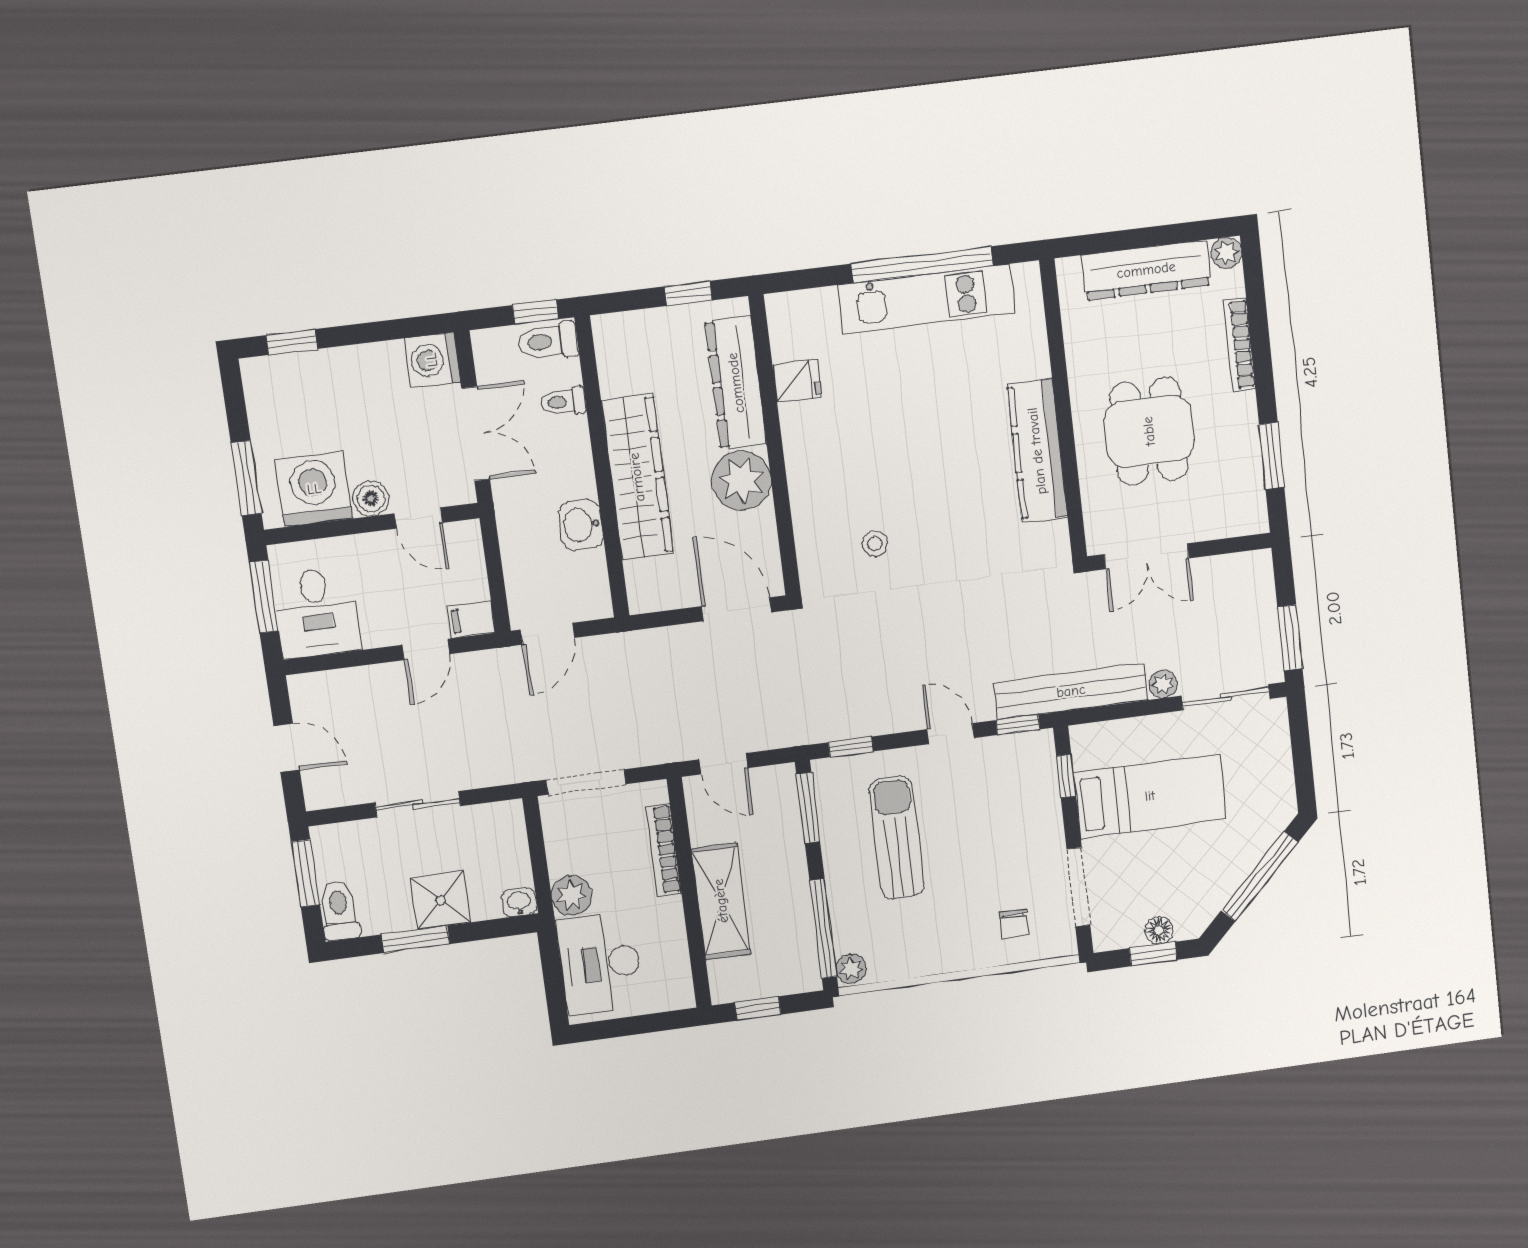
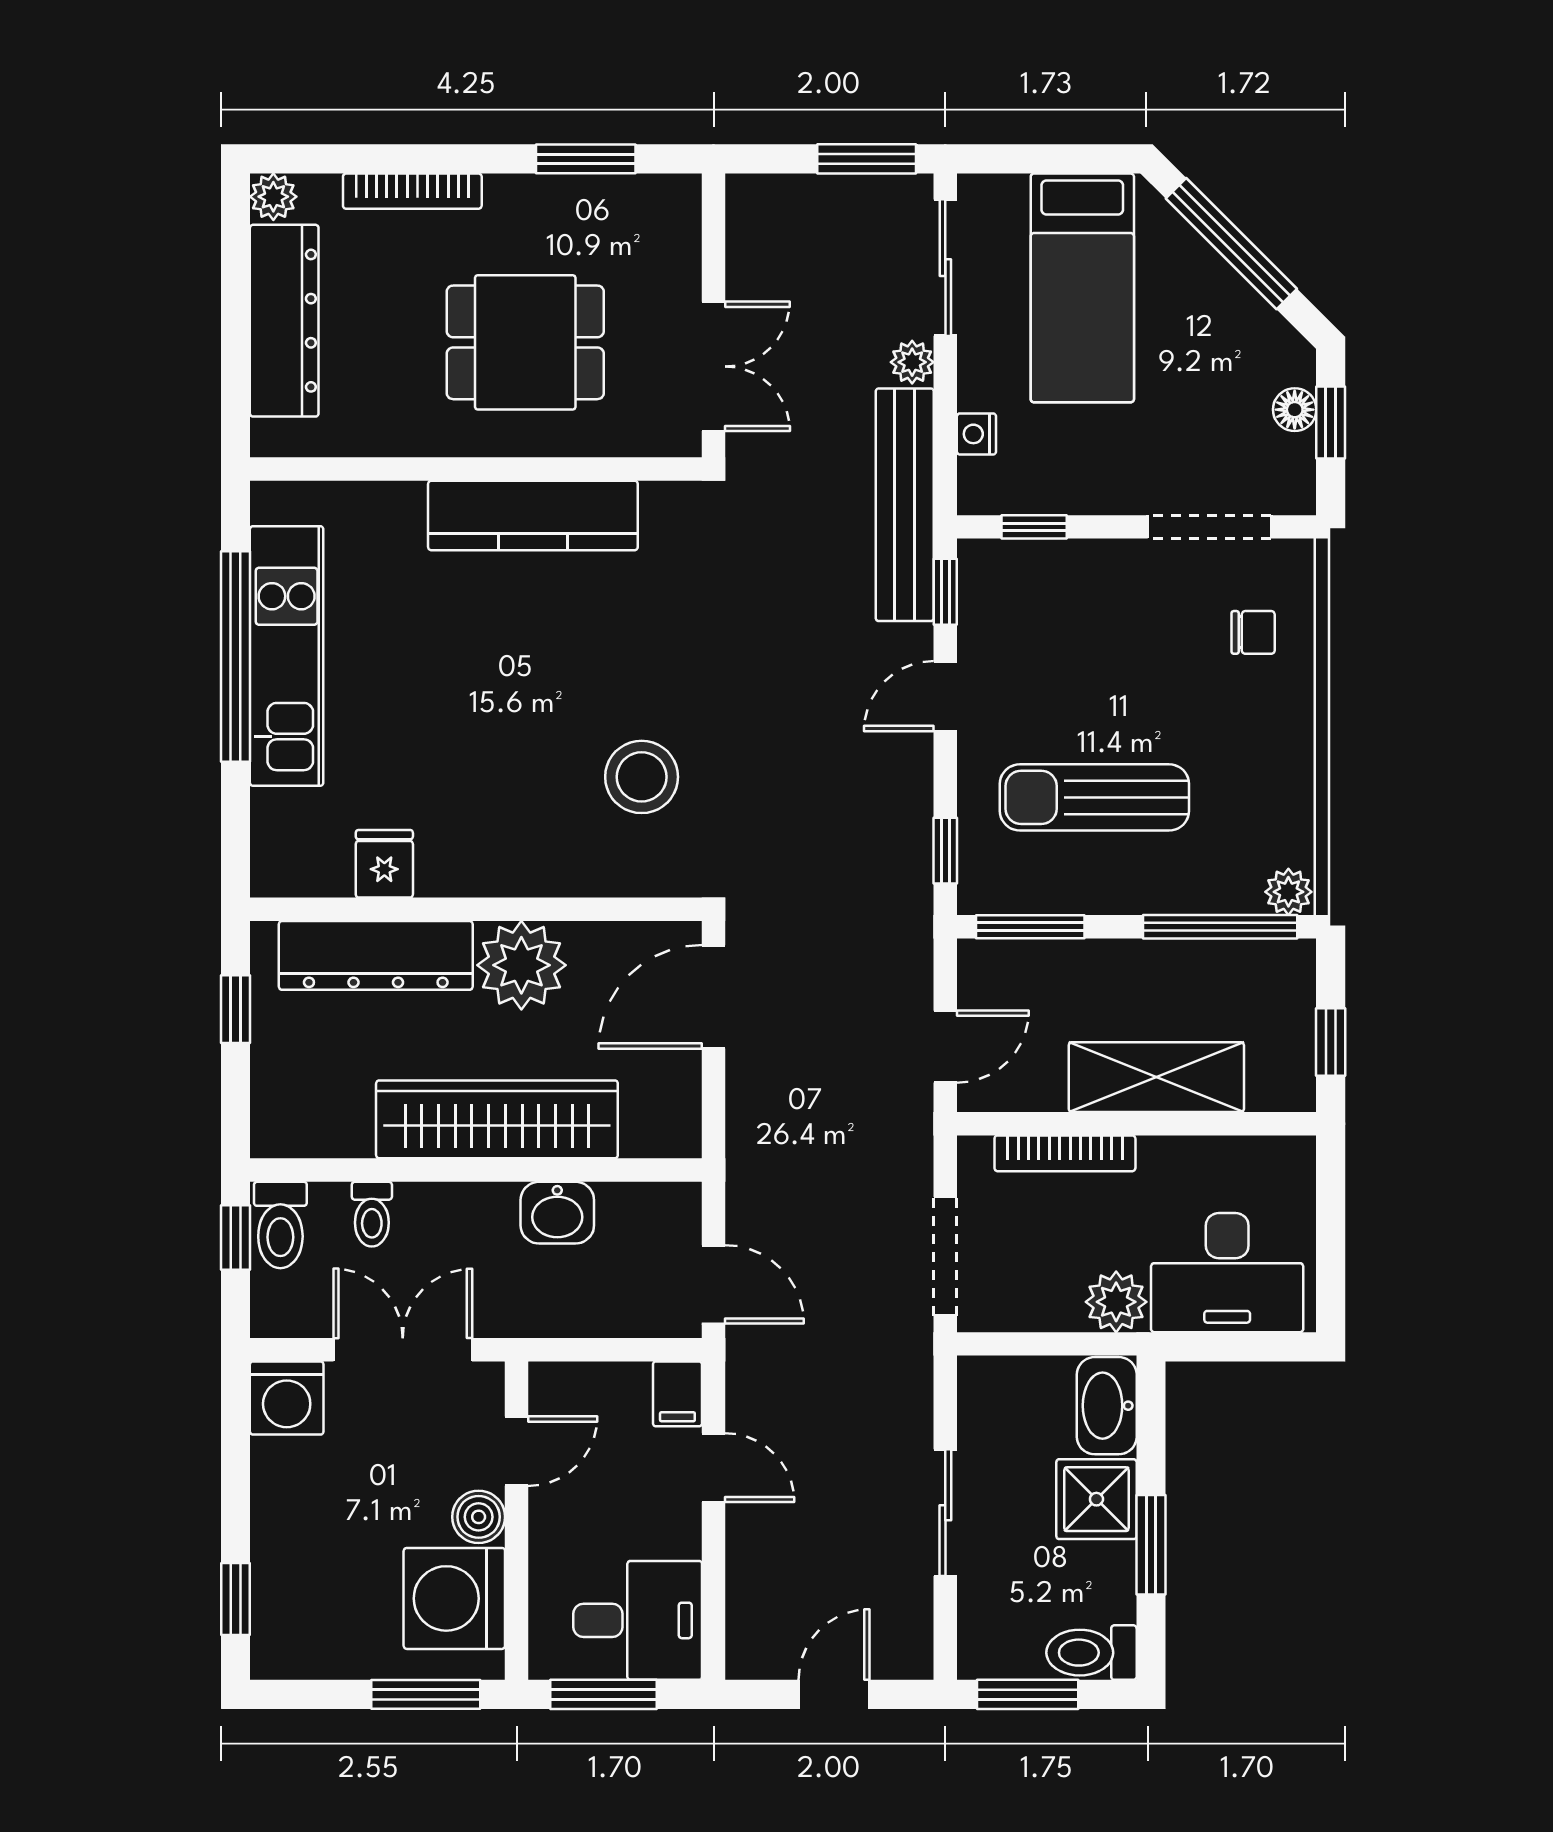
stool: (875, 544) -> (642, 777), width x1.89, depth x1.89
nightstand: (1122, 731) -> (976, 434), added
bed: (1150, 796) -> (1082, 288), moved, turned 180
washbasin: (519, 902) -> (1107, 1406), width x1.91, depth x1.45

